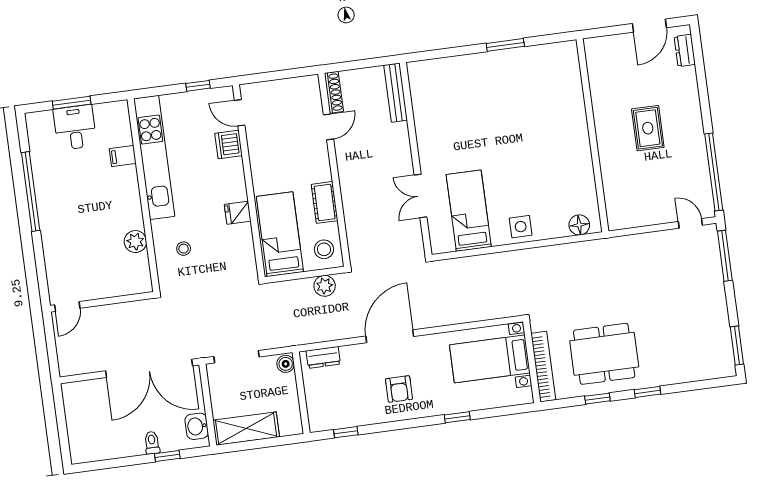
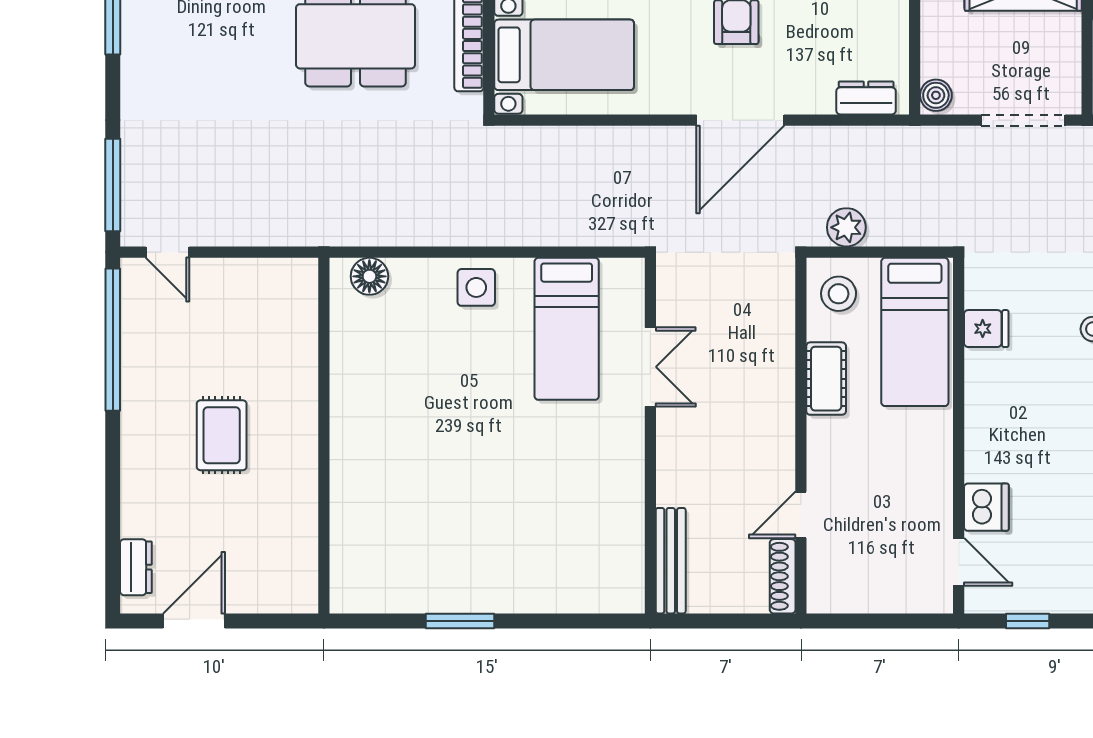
fridge: (238, 213) -> (986, 329), moved

